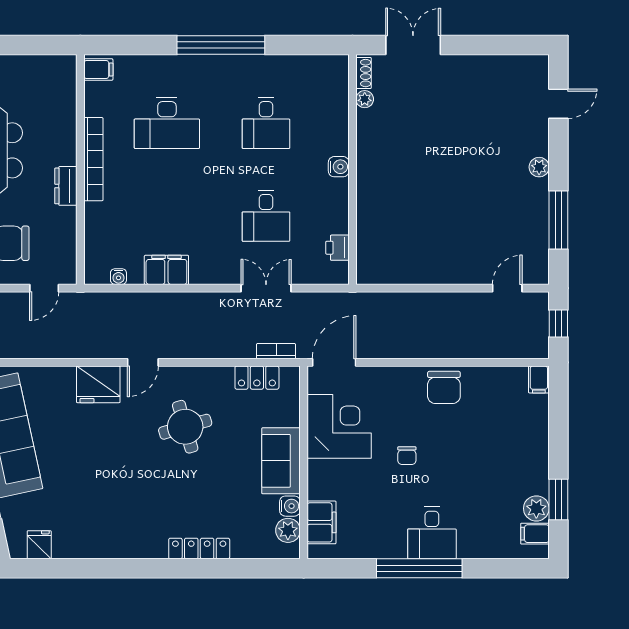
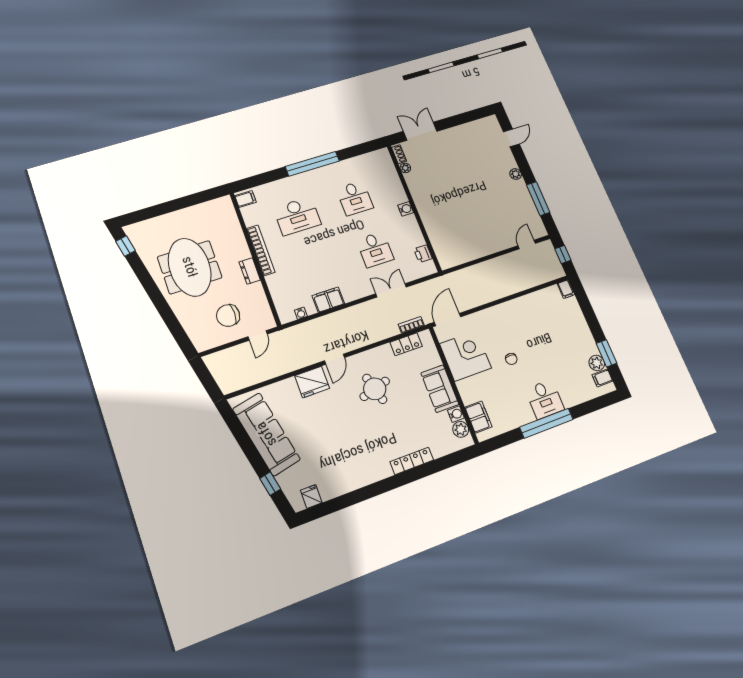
chair: (444, 387) -> (516, 312), removed

